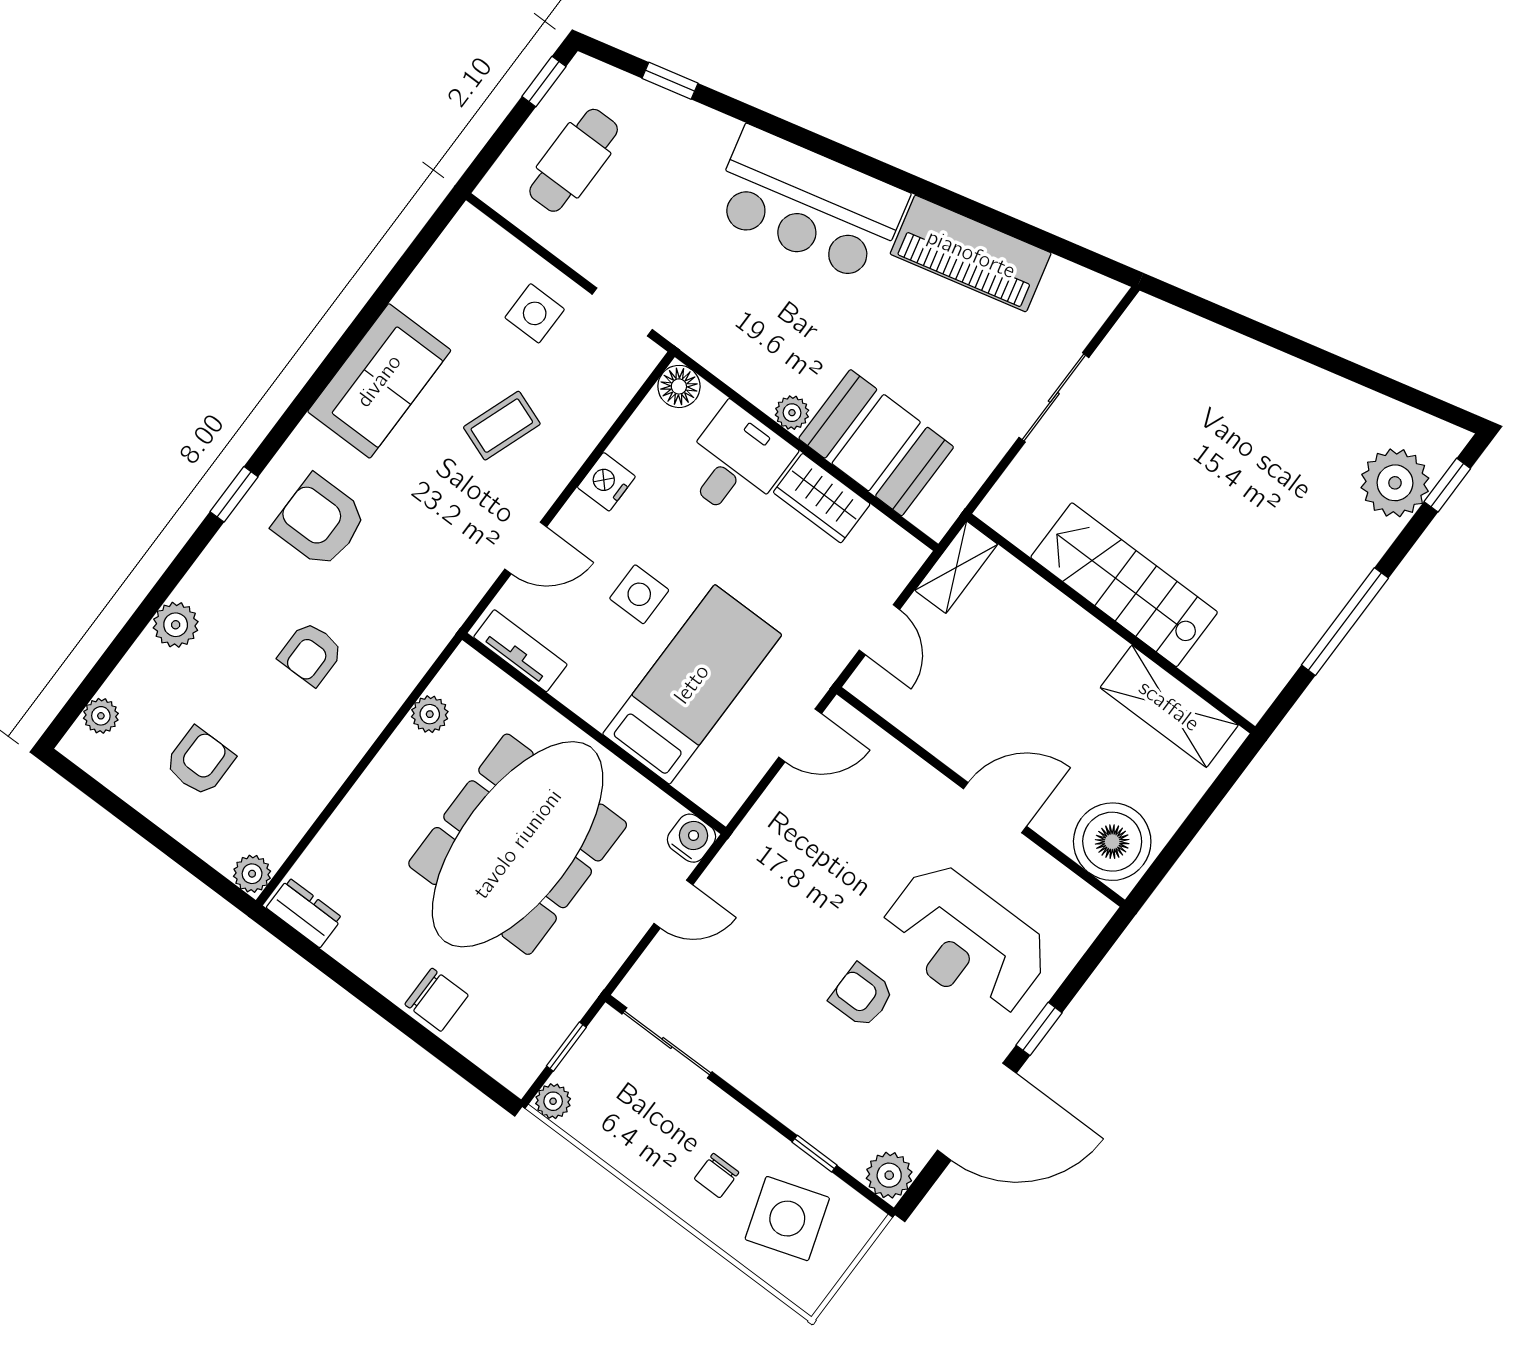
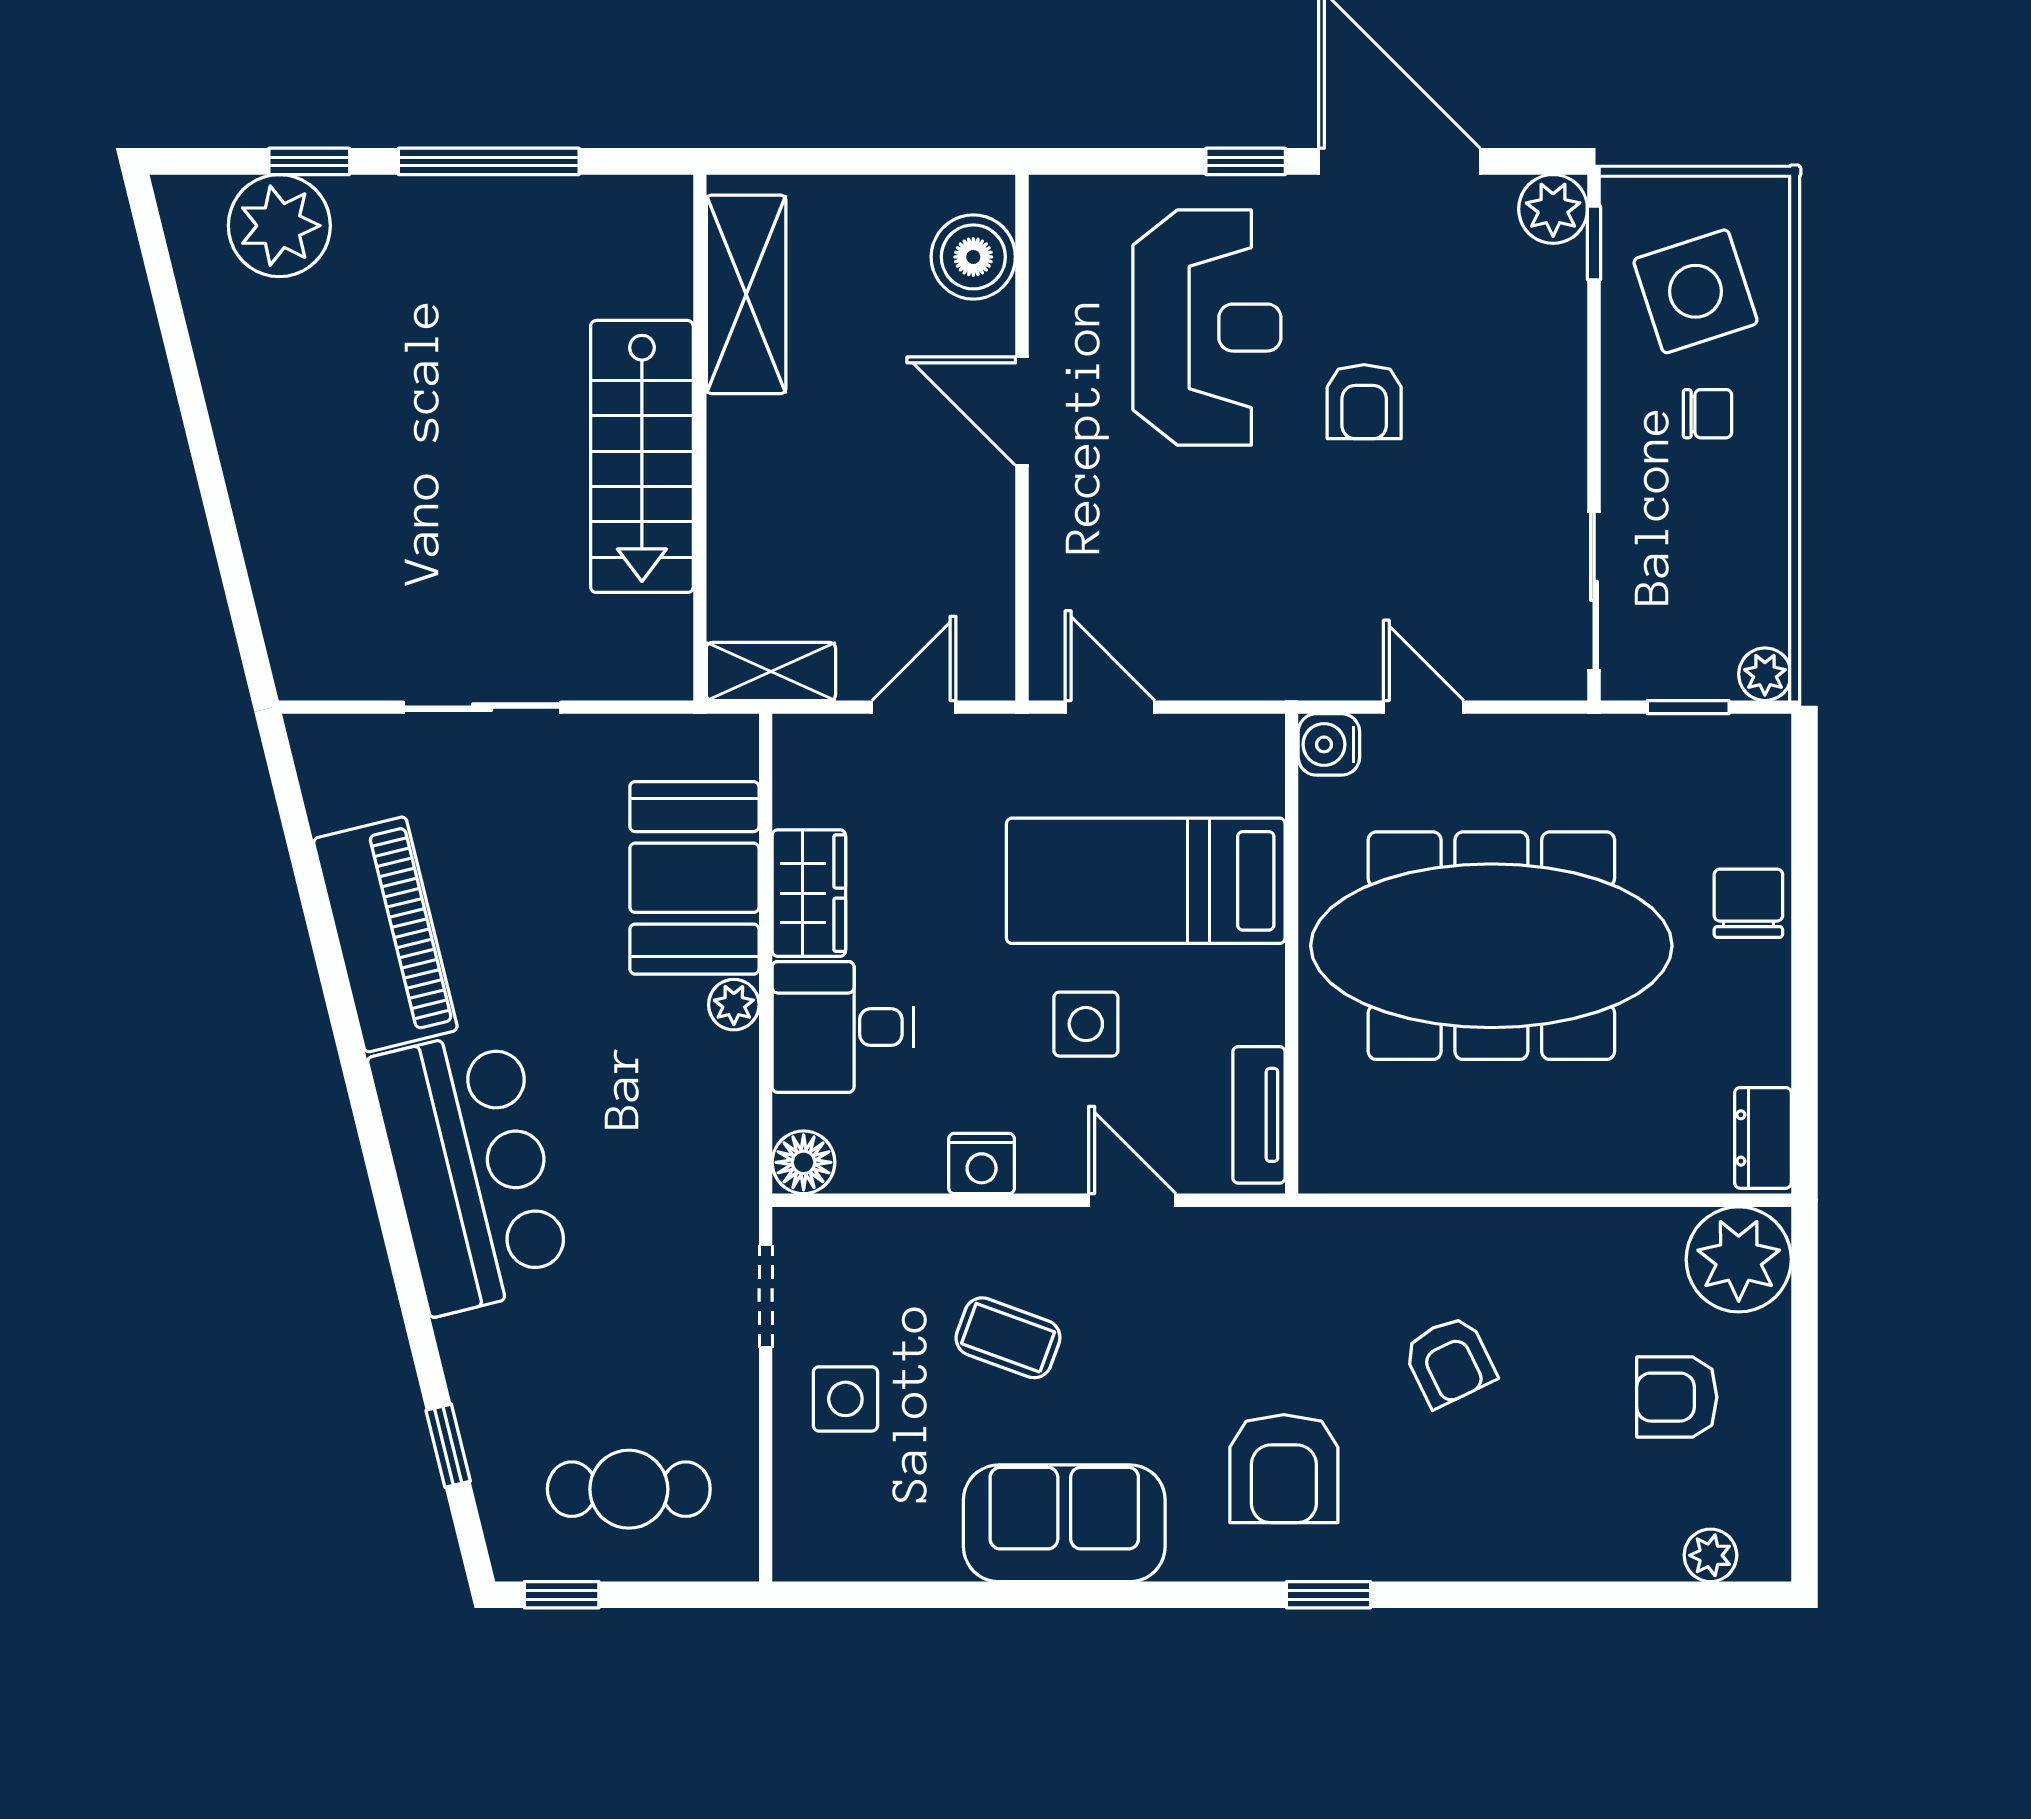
window: (1447, 485) -> (309, 161), moved
plant: (176, 625) -> (1536, 1548), removed
armchair: (311, 654) -> (1449, 1361), turned 64
plant: (430, 714) -> (1415, 1166), removed
boiler: (1112, 842) -> (973, 257), width x0.73, depth x0.73
plant: (252, 874) -> (1739, 1259), width x1.88, depth x1.88
window: (815, 1154) -> (1594, 243), moved

